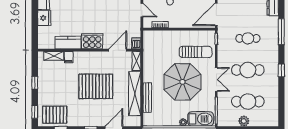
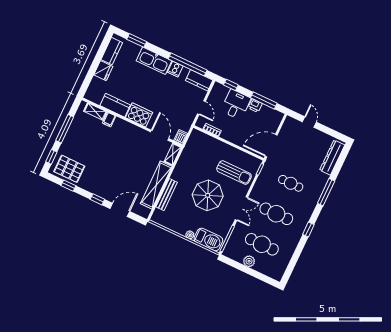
door: (118, 50) -> (160, 135), hinge flipped
parasol: (182, 82) -> (208, 195), width x0.73, depth x0.73
window: (35, 83) -> (65, 129), width x2.17
pallet: (96, 86) -> (122, 160), removed

